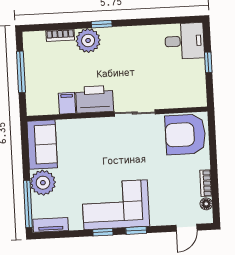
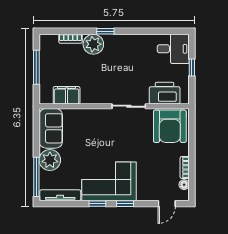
printer: (95, 99) -> (165, 93), moved
filing cabinet: (67, 103) -> (67, 95), width x2.00
armchair: (185, 134) -> (170, 126), turned -90
tv unit: (51, 225) -> (60, 195), width x1.41

